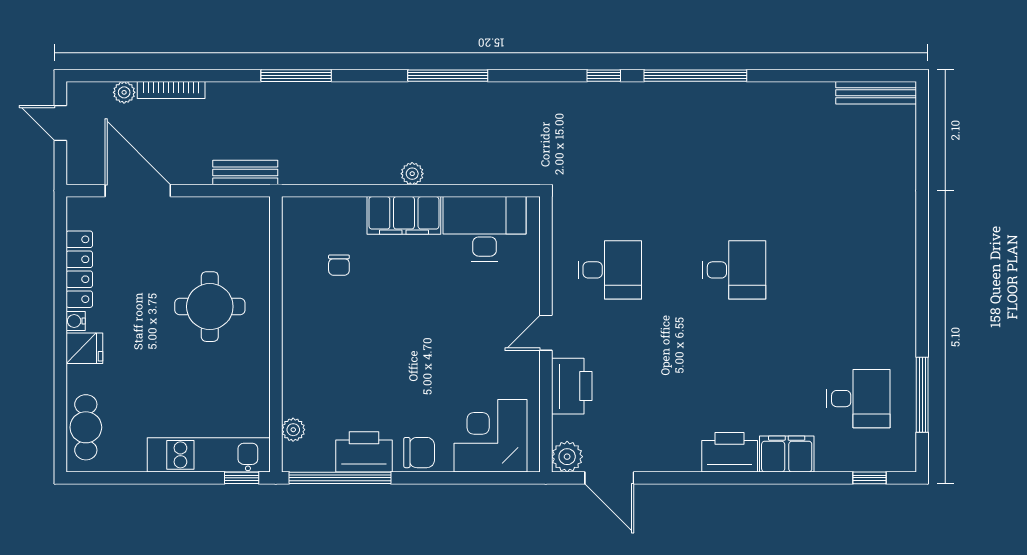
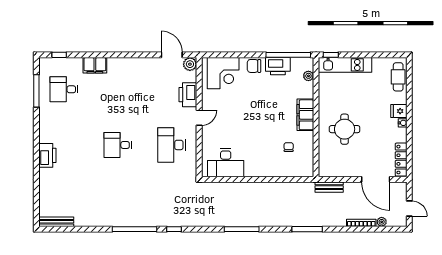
plant: (412, 174) -> (257, 187), removed
filing cabinet: (404, 215) -> (305, 115), moved, turned -90
locker: (79, 269) -> (401, 160), moved
desk: (610, 270) -> (171, 145), width x1.37
printer: (730, 452) -> (47, 155), moved, turned -90

